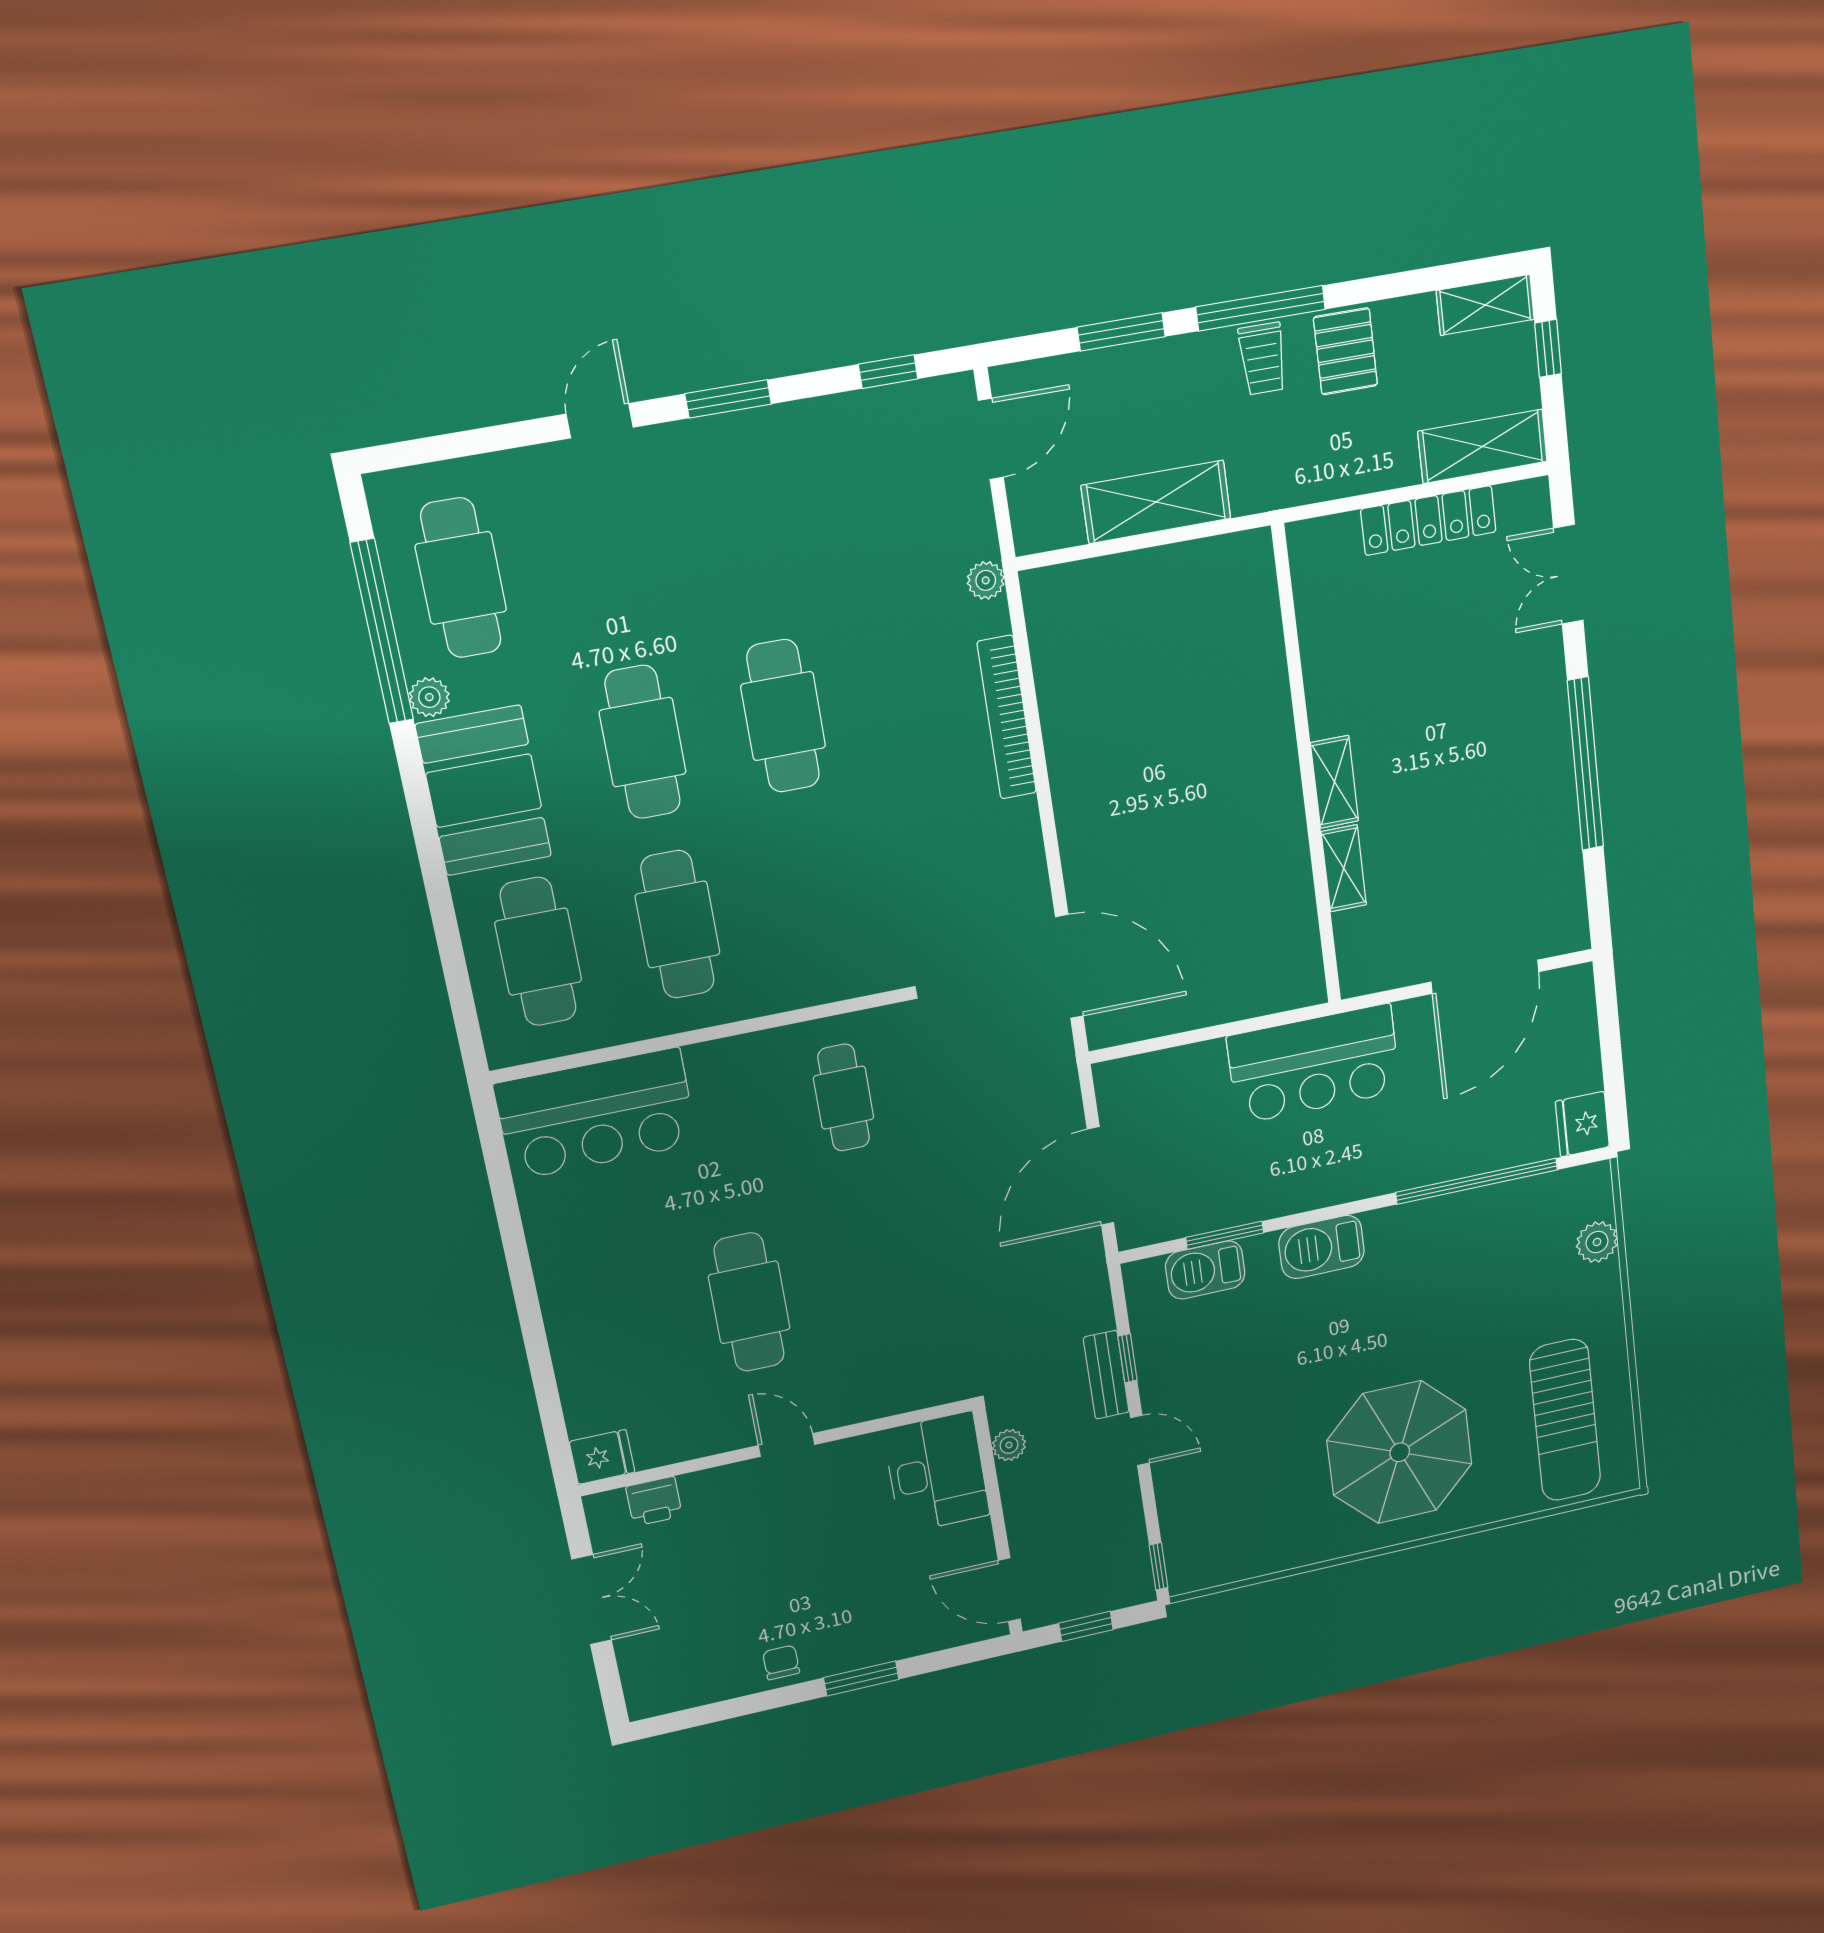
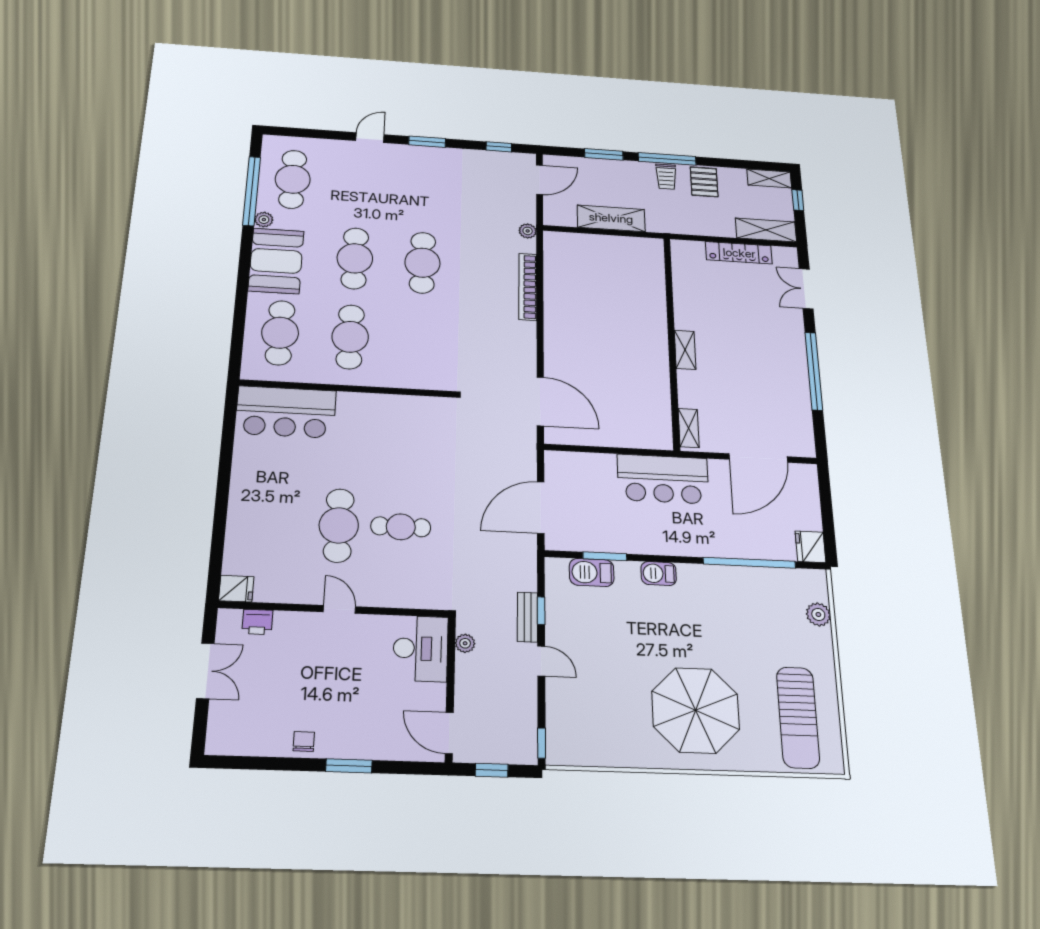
shelving: (1344, 868) -> (689, 428), moved
cafe table: (844, 1098) -> (401, 527), moved, turned 90
barbecue: (1322, 1247) -> (659, 574), width x0.73, depth x0.79

